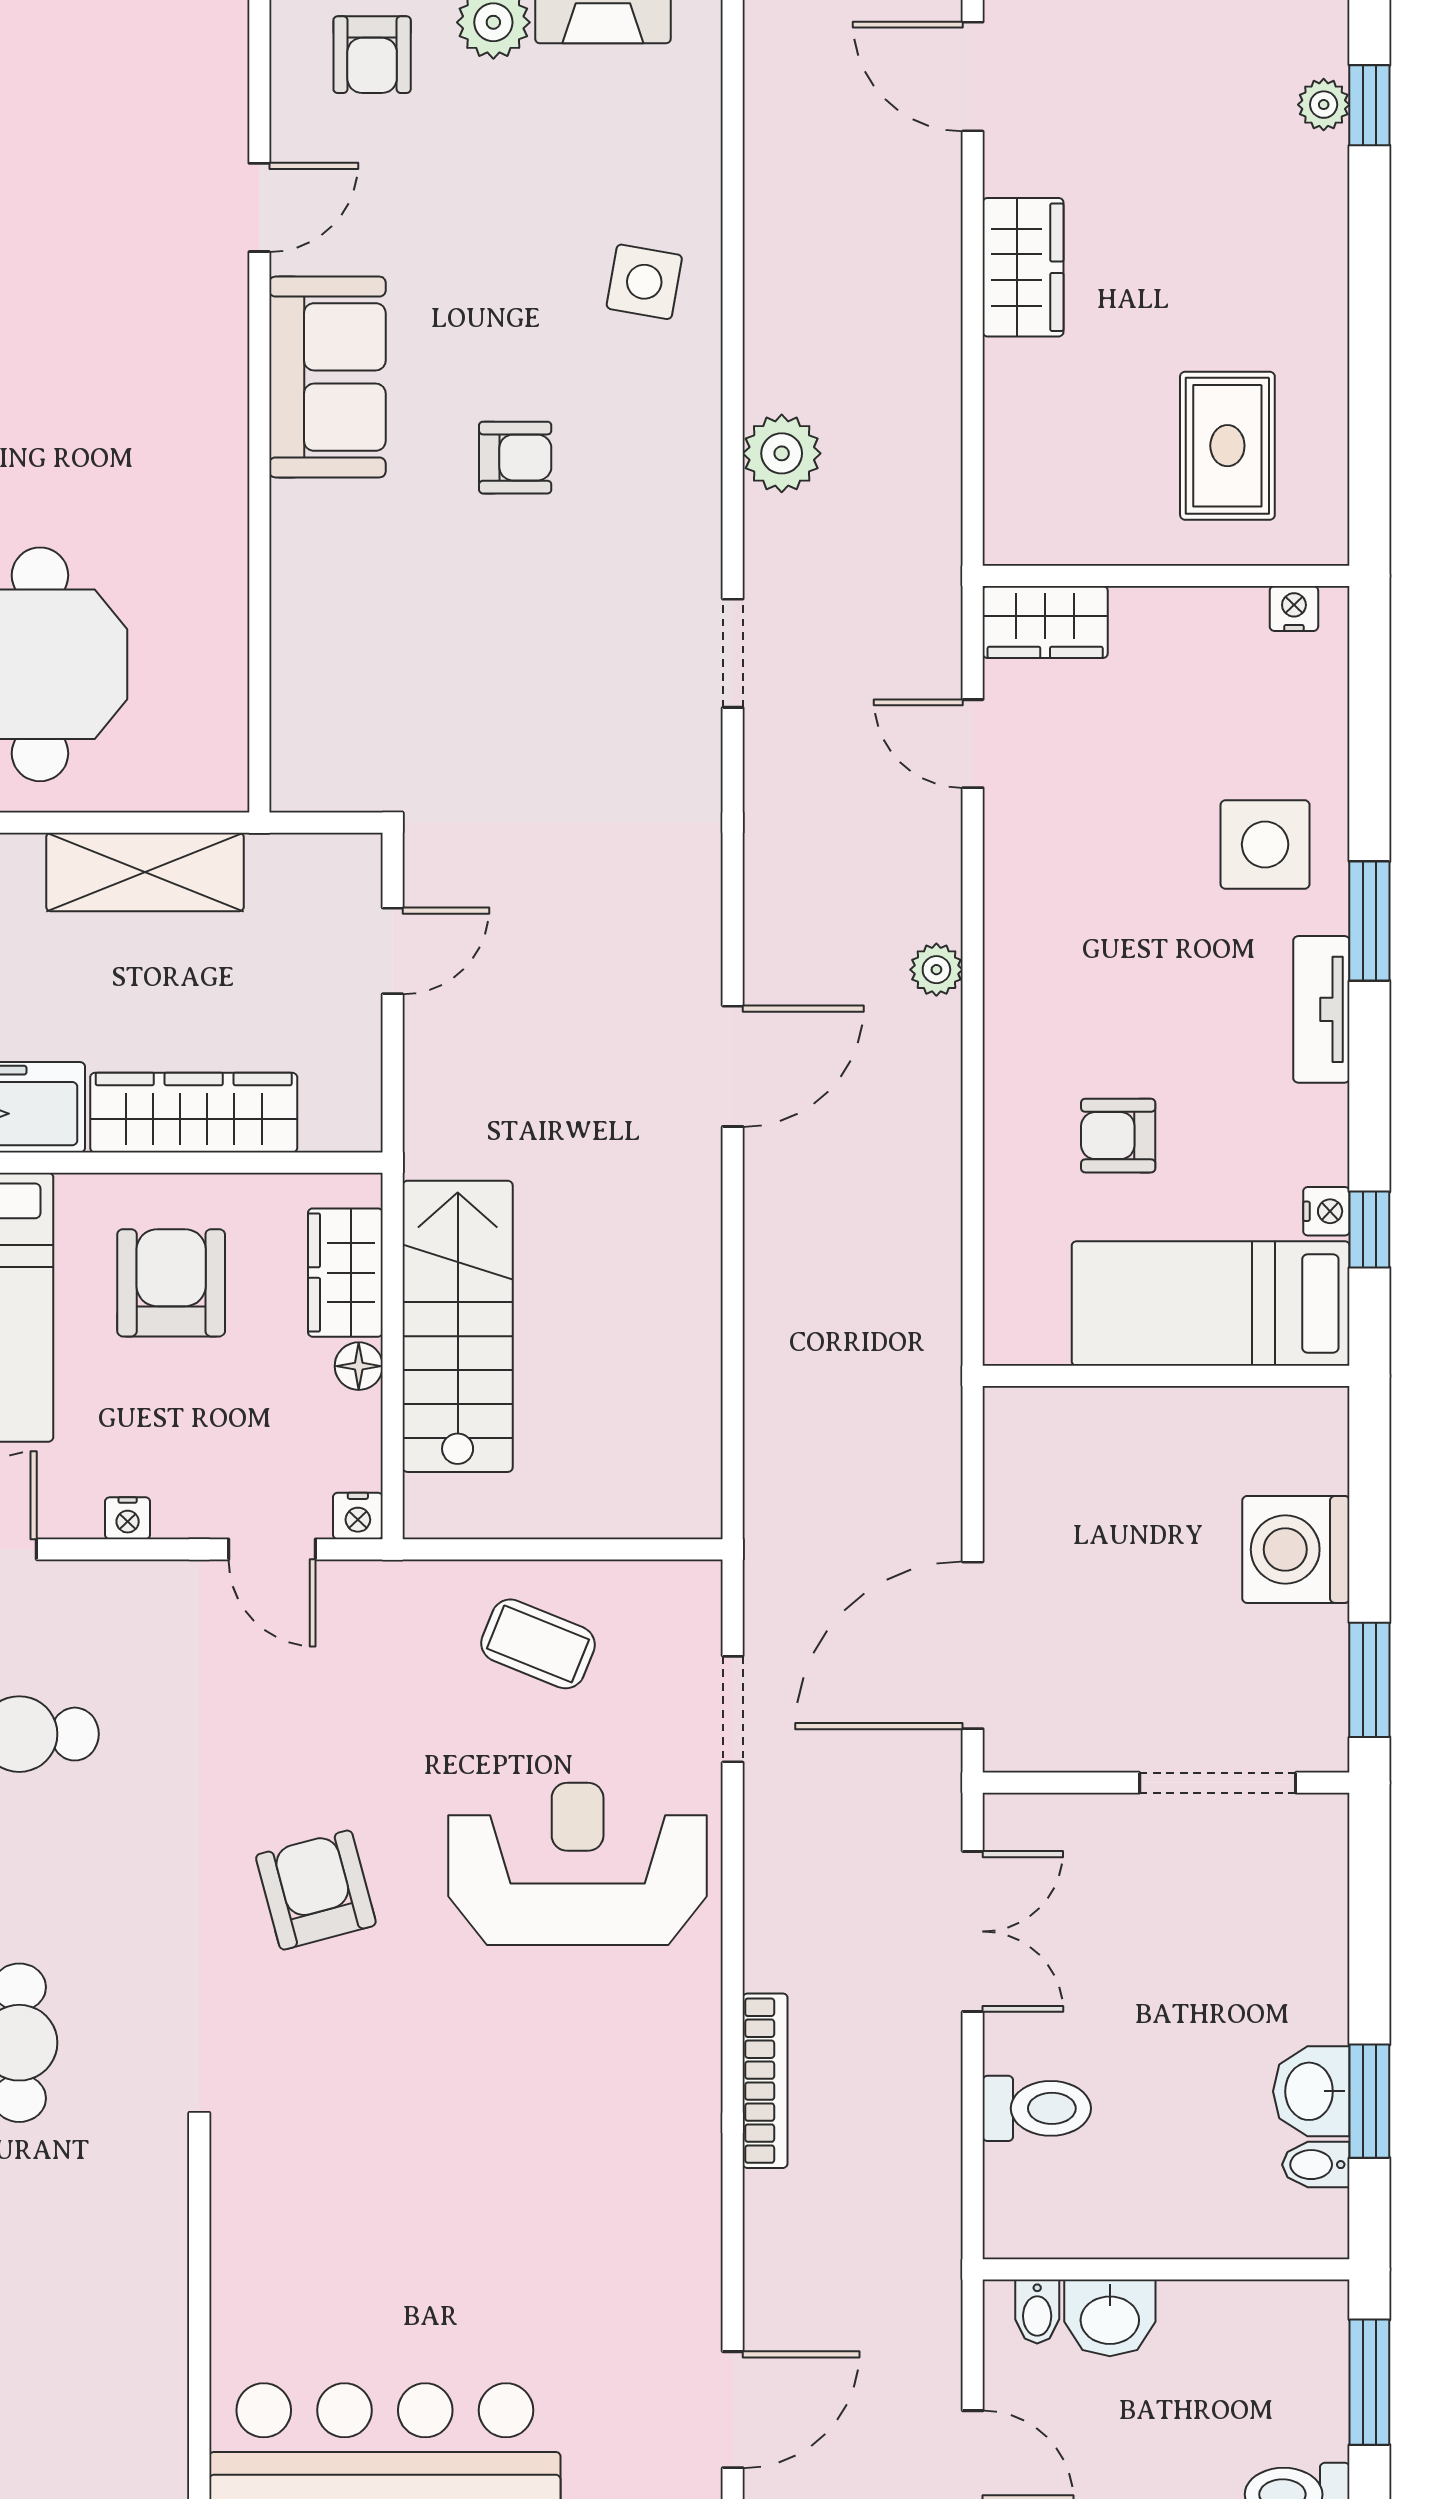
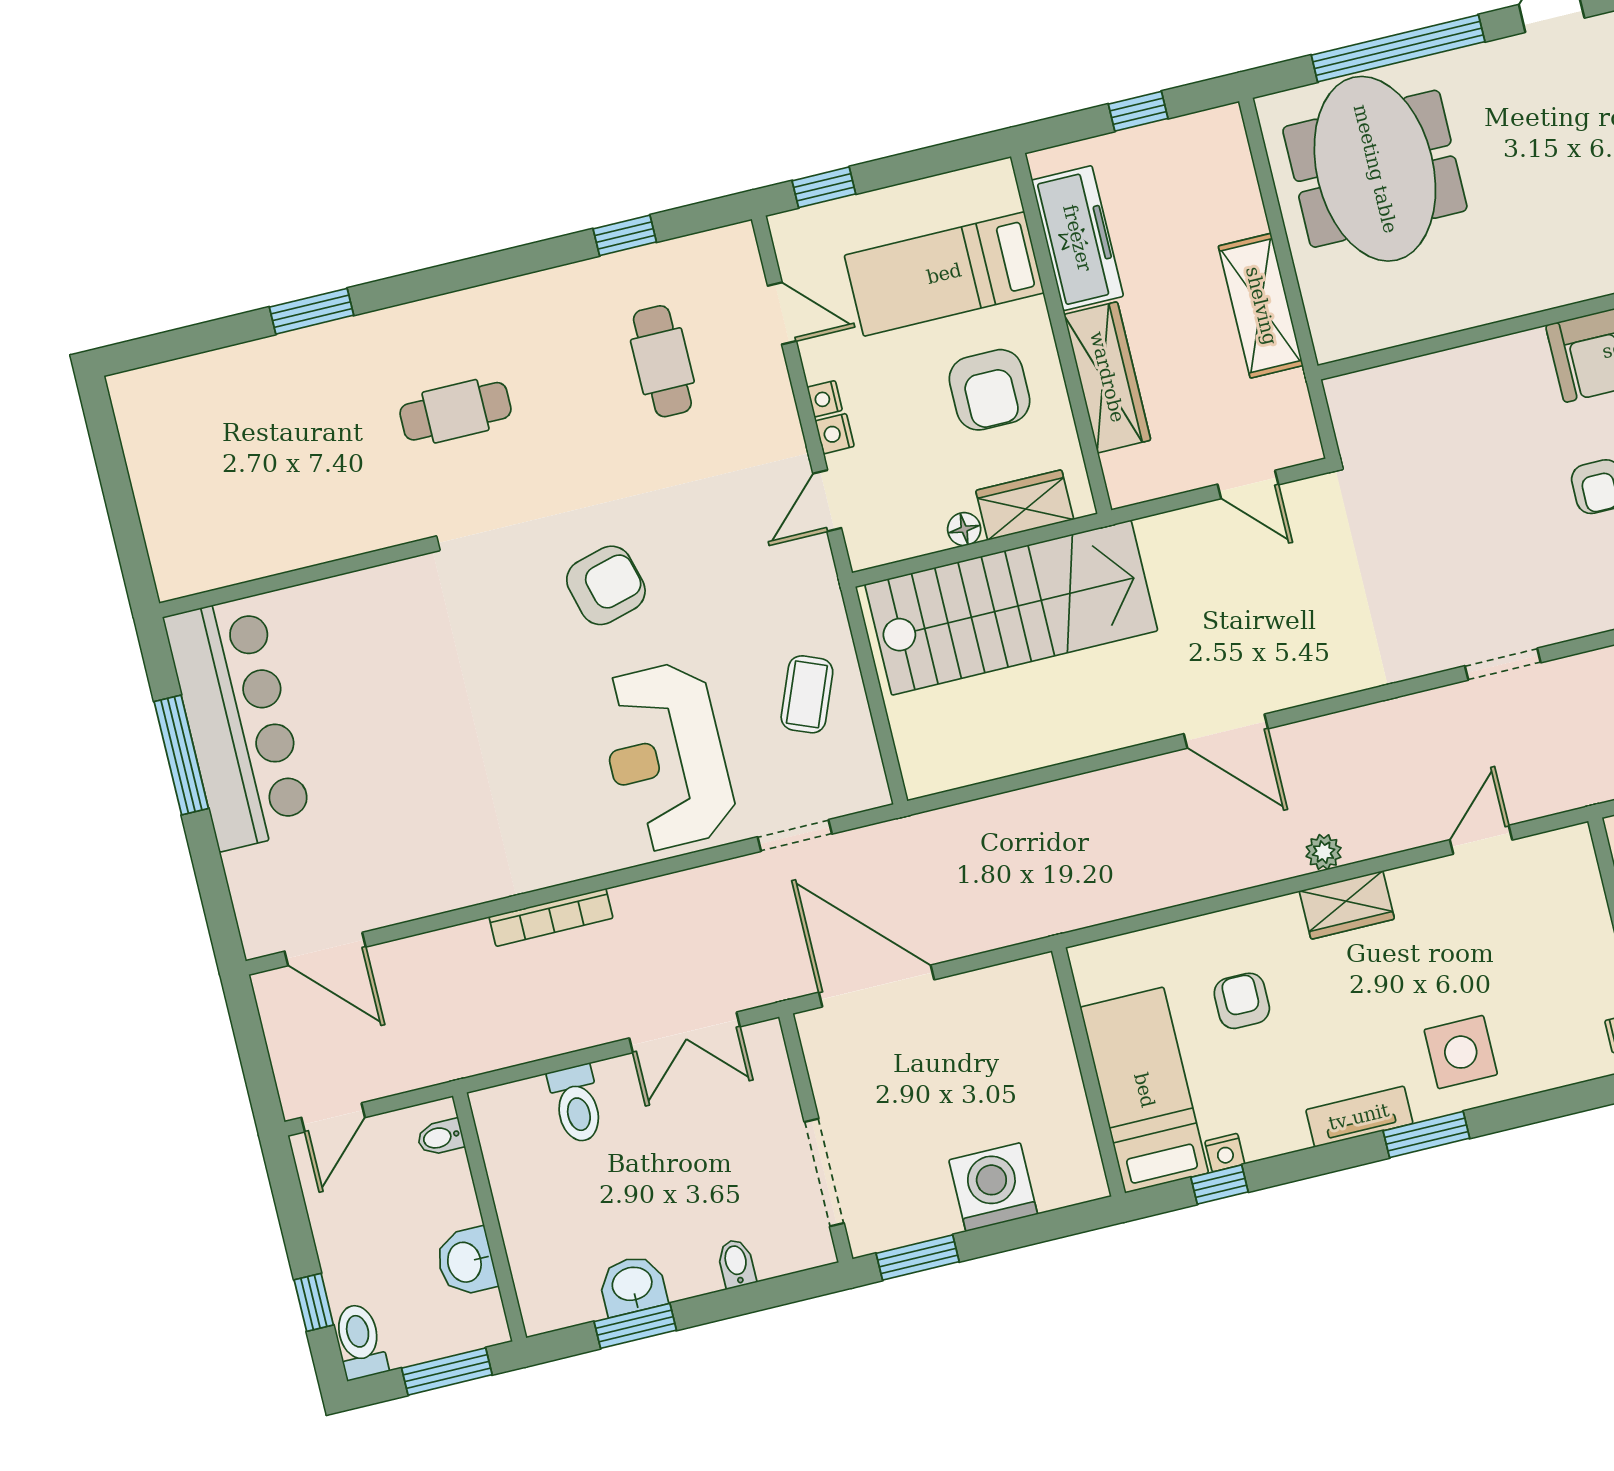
wardrobe: (1045, 622) -> (1347, 905), moved, turned -90
armchair: (171, 1283) -> (990, 390), turned 90
stairs: (458, 1326) -> (1011, 608), width x1.36, depth x1.51
nightstand: (358, 1516) -> (835, 434), moved
reception desk: (578, 1864) -> (666, 757), turned 180
bidet: (1316, 2165) -> (736, 1263), moved
washbasin: (1110, 2318) -> (466, 1262), moved

